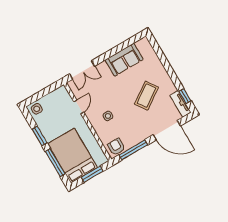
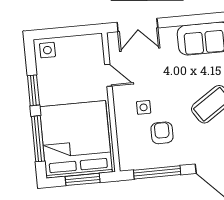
door: (79, 107) -> (108, 75), hinge flipped
armchair: (116, 147) -> (162, 133), moved
bed: (73, 156) -> (76, 139), width x1.36

